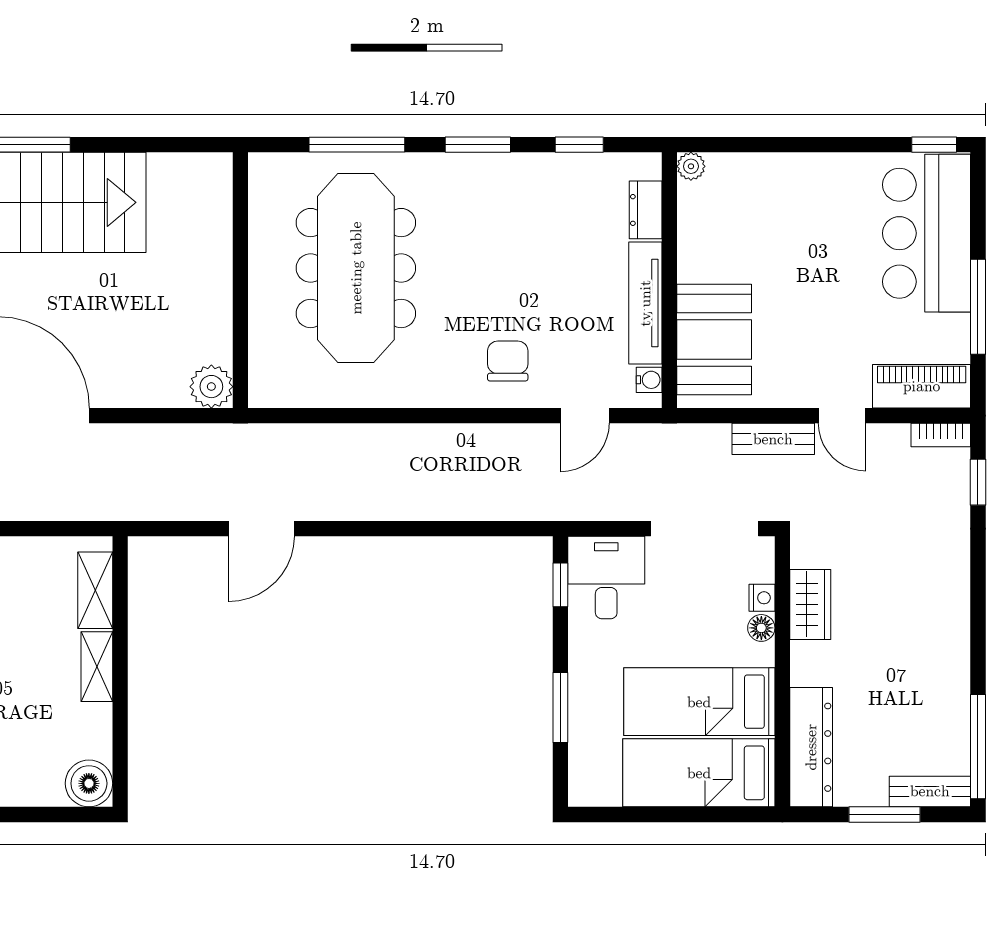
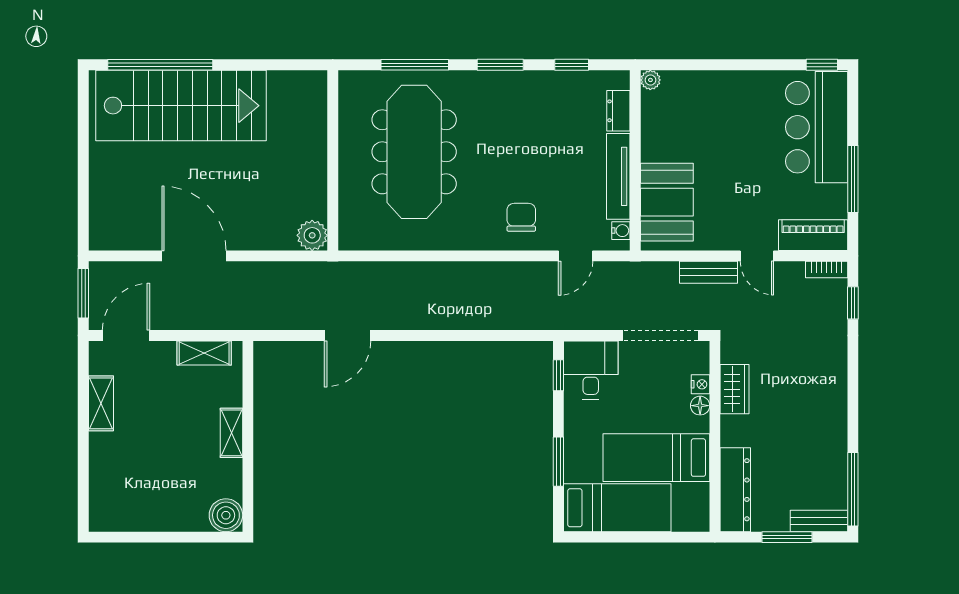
shelving: (95, 590) -> (204, 353), moved, turned 90
bed: (699, 773) -> (617, 508), moved, turned 180

